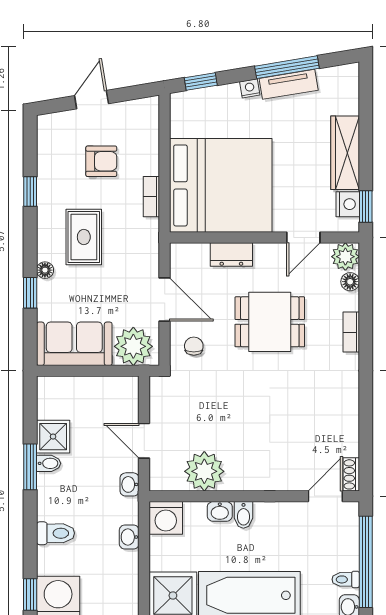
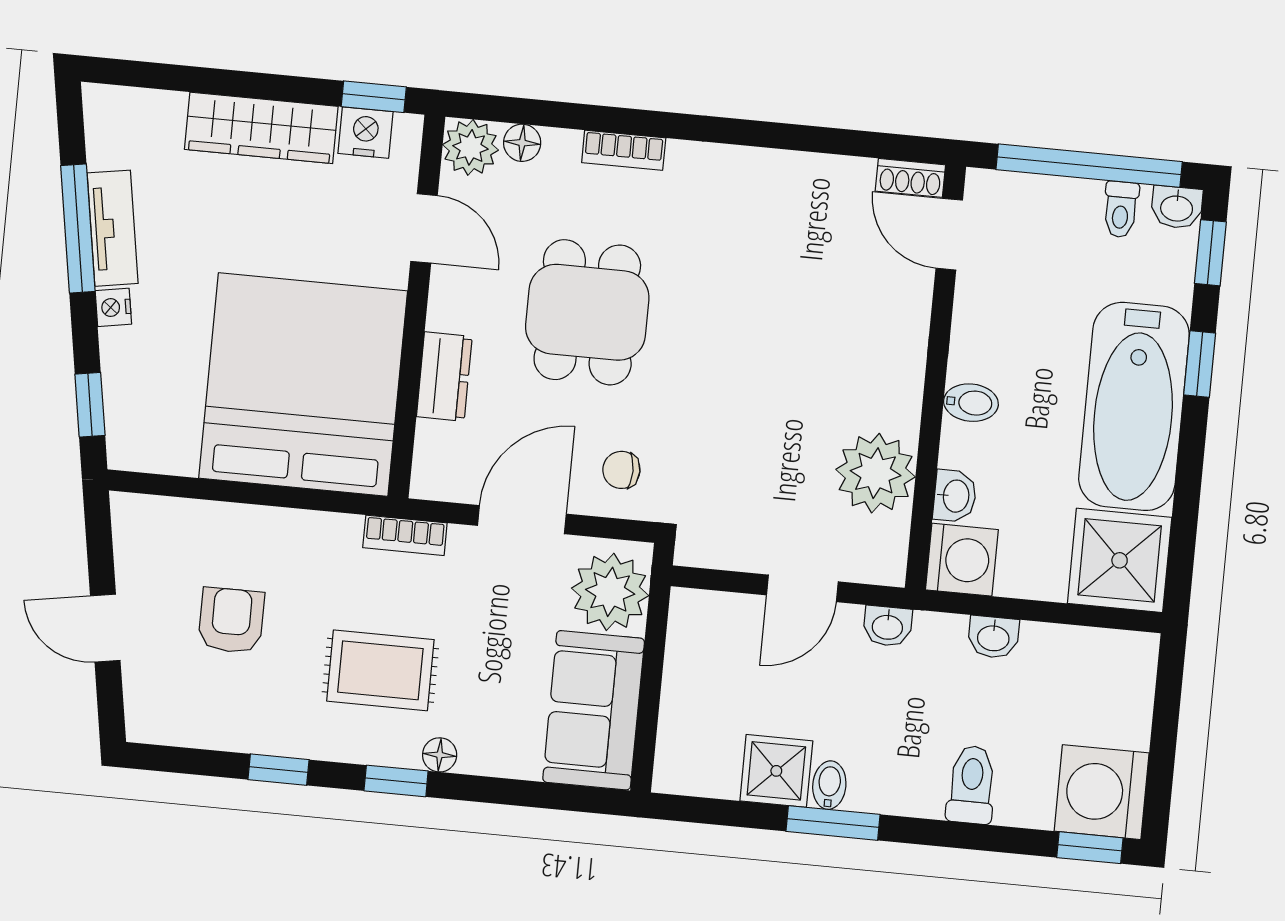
bookcase: (151, 197) -> (405, 535), moved
window: (30, 293) -> (396, 781), moved
washbasin: (220, 511) -> (955, 496), moved

